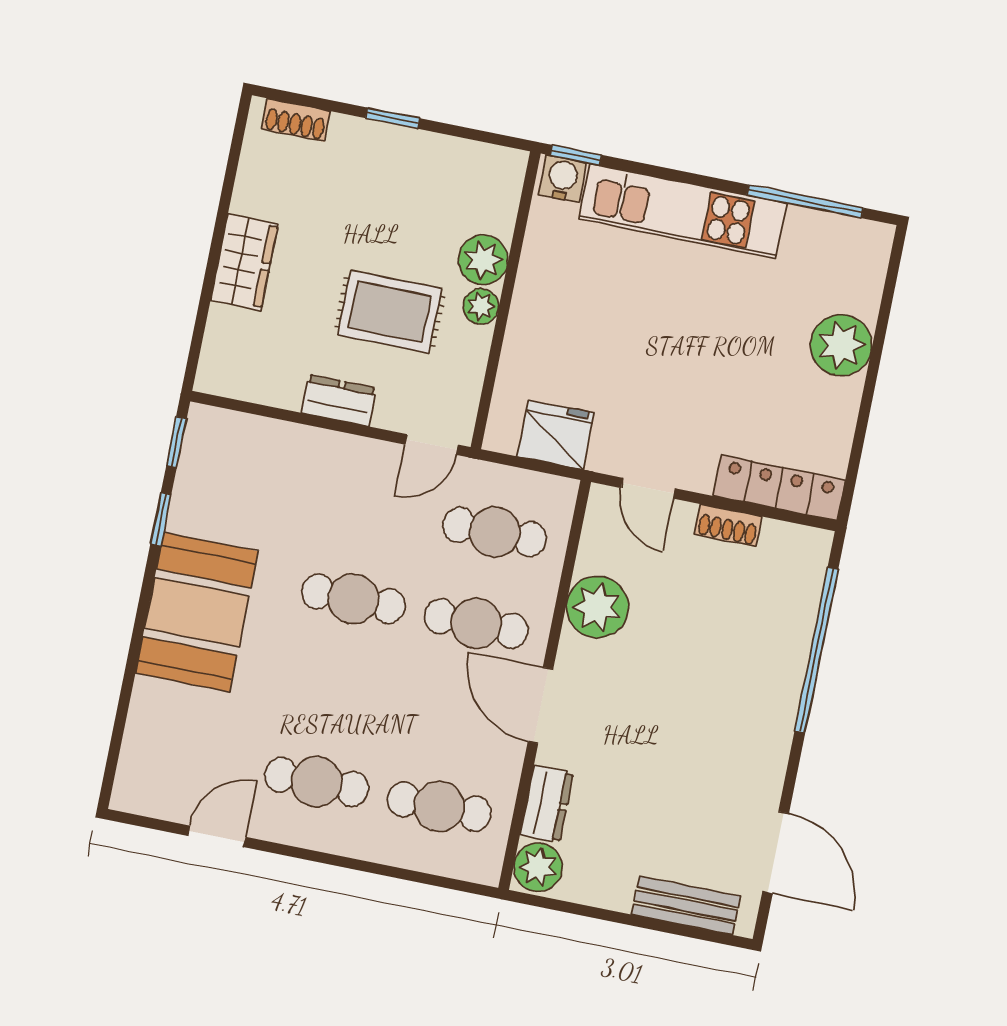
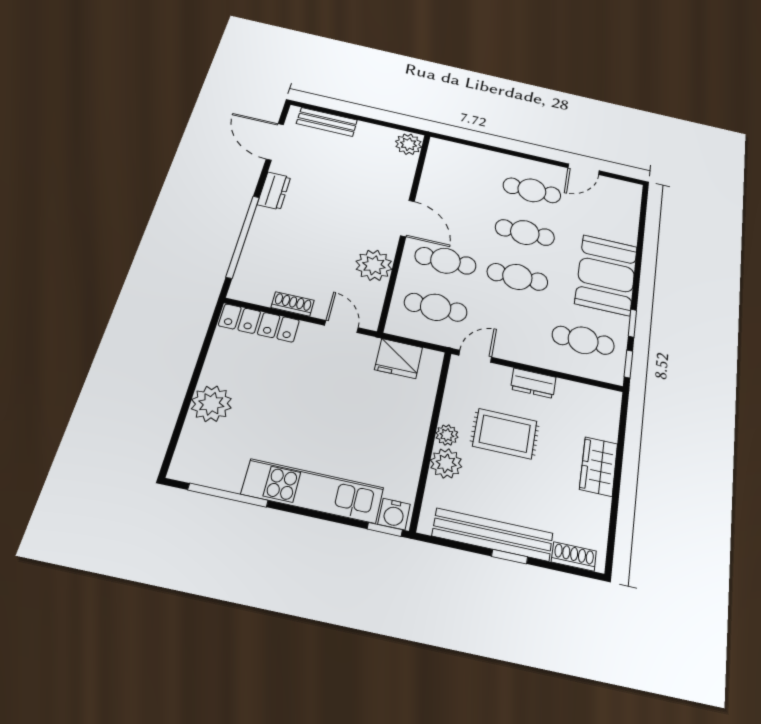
bench: (416, 151) -> (493, 535), added
cafe table: (249, 483) -> (583, 340), added
dresser: (547, 804) -> (274, 191), moved, turned 180
cafe table: (439, 806) -> (525, 232), moved

